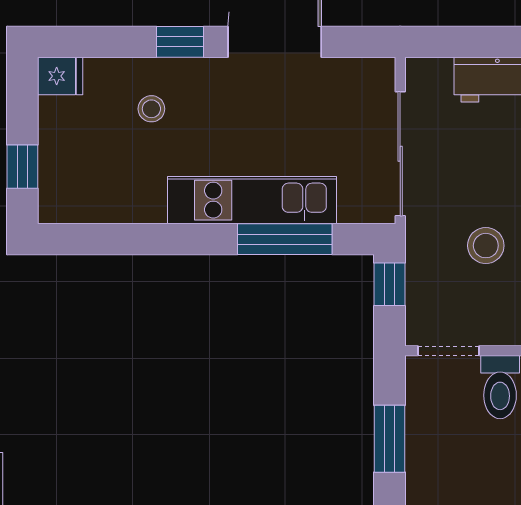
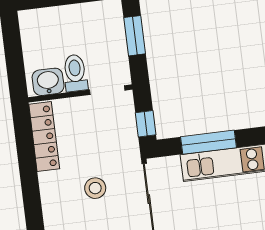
stool: (486, 246) -> (95, 188), moved

